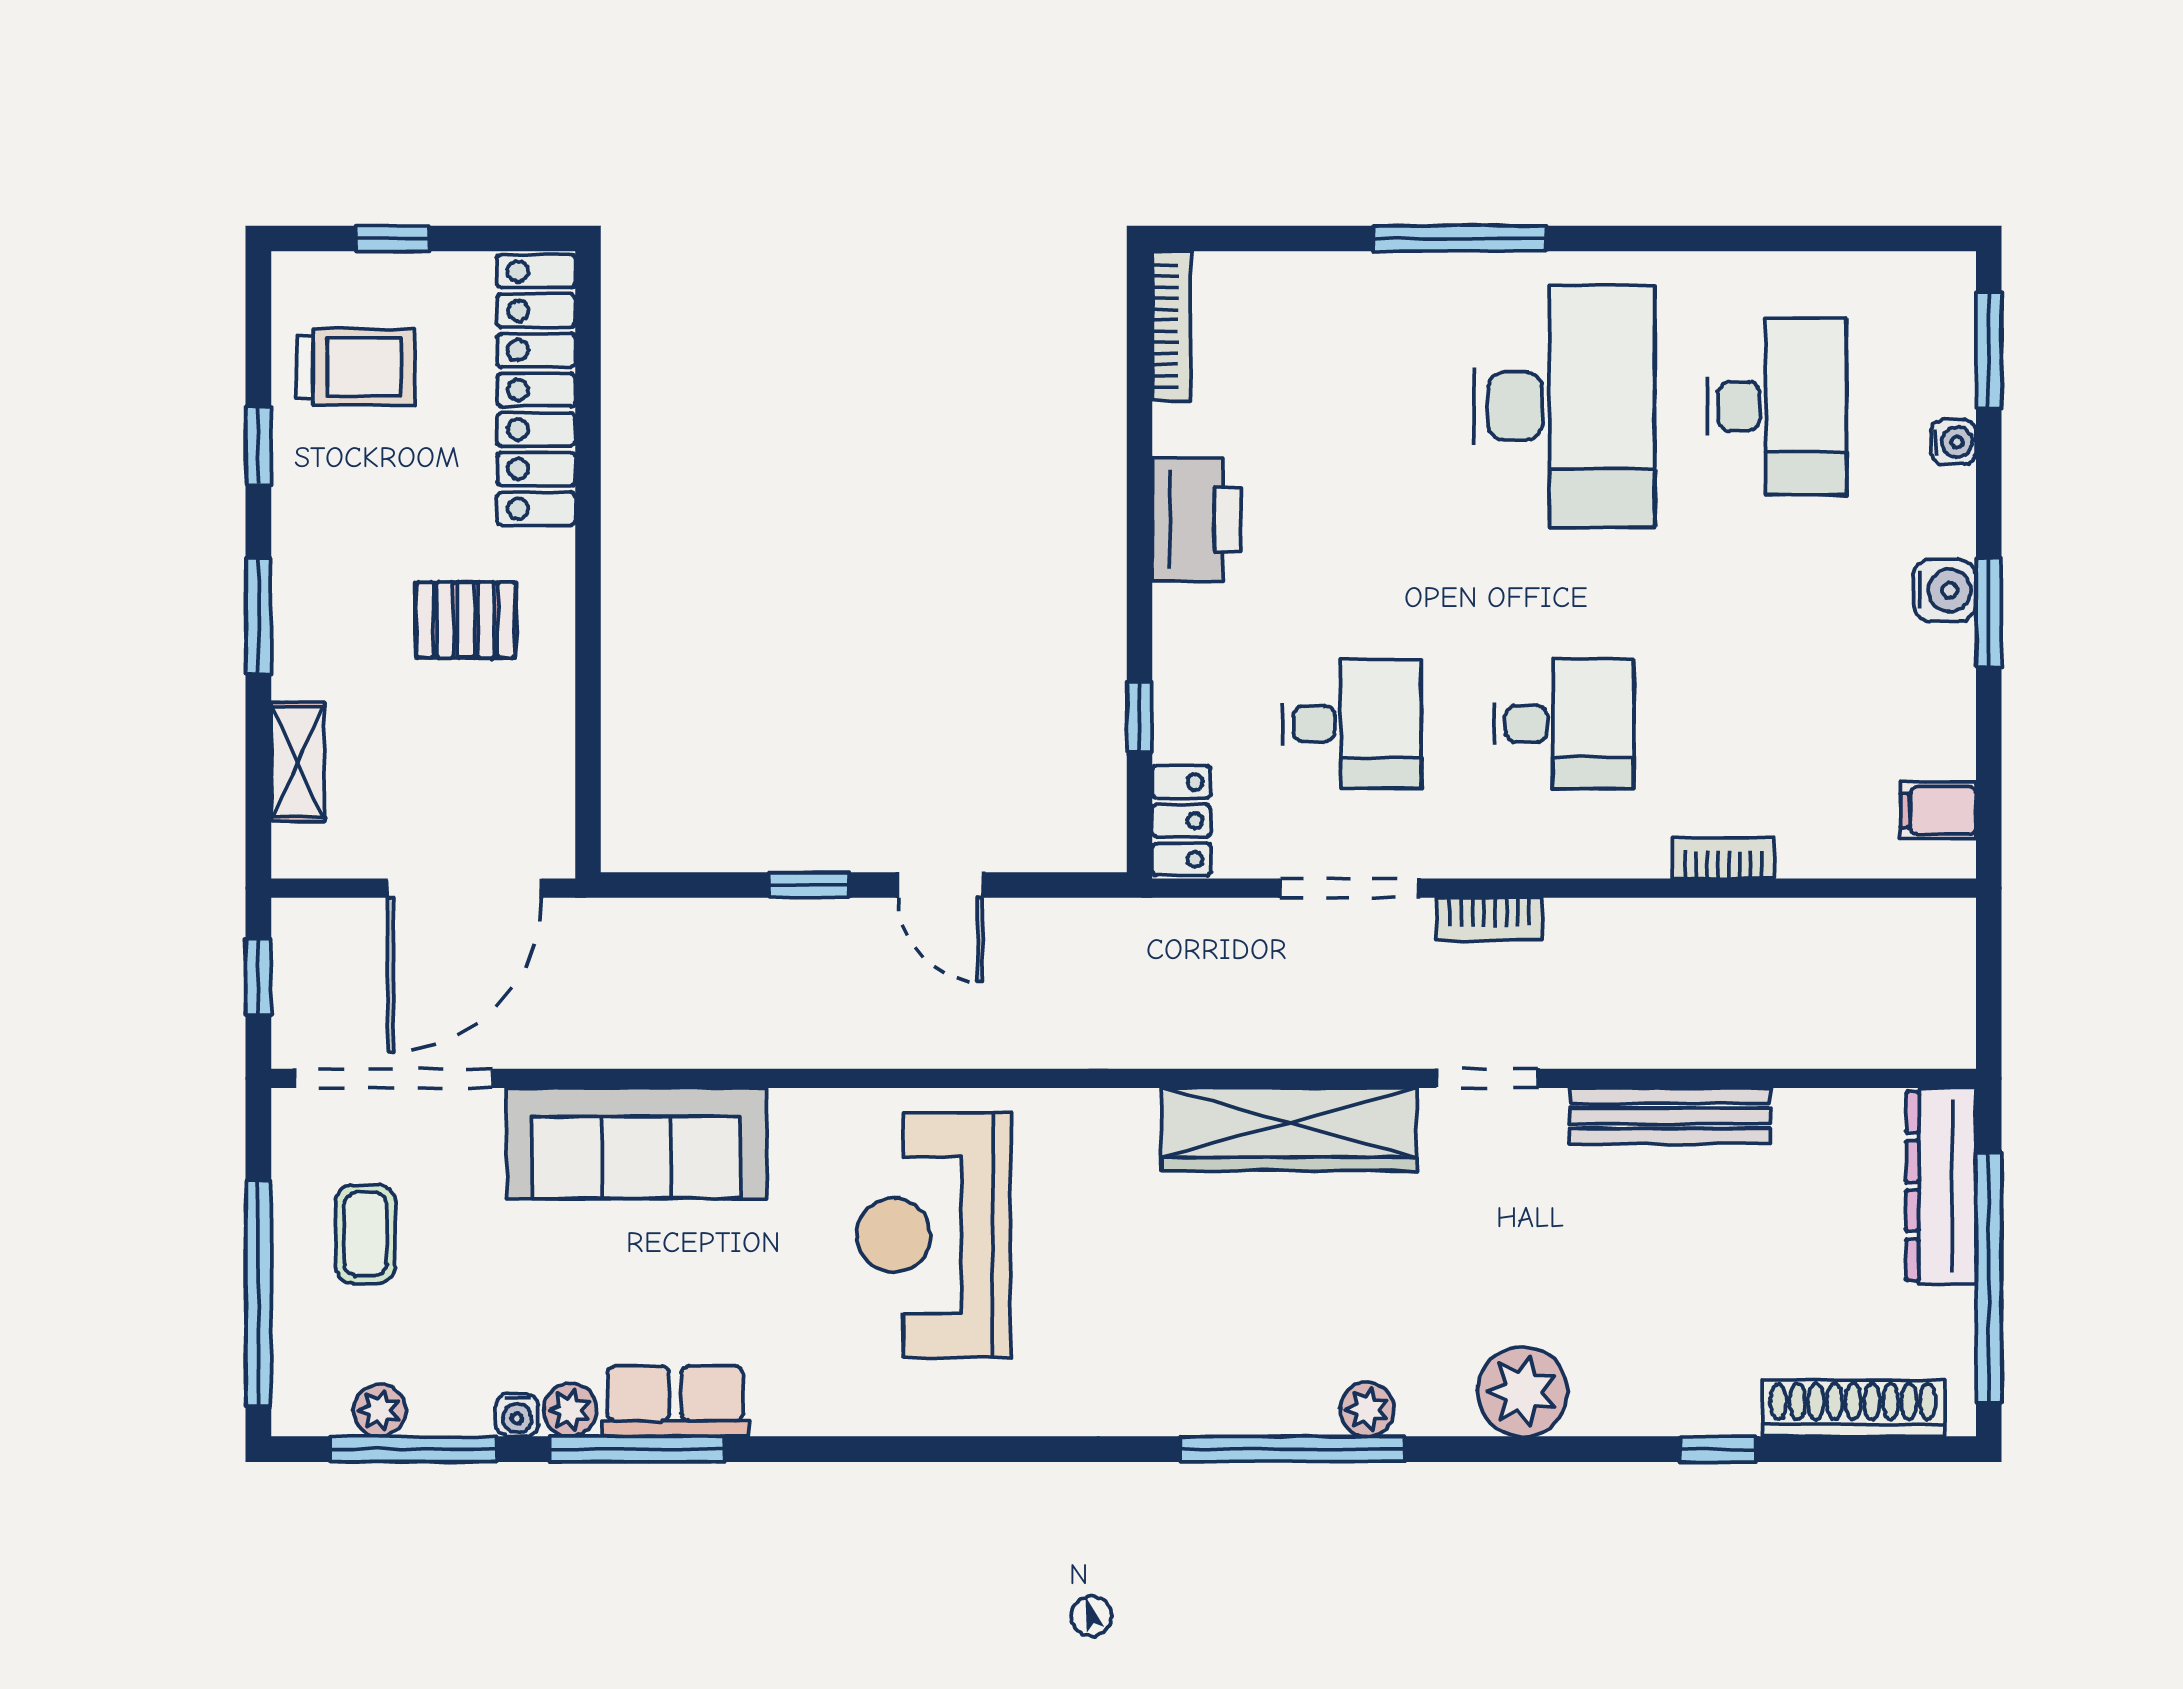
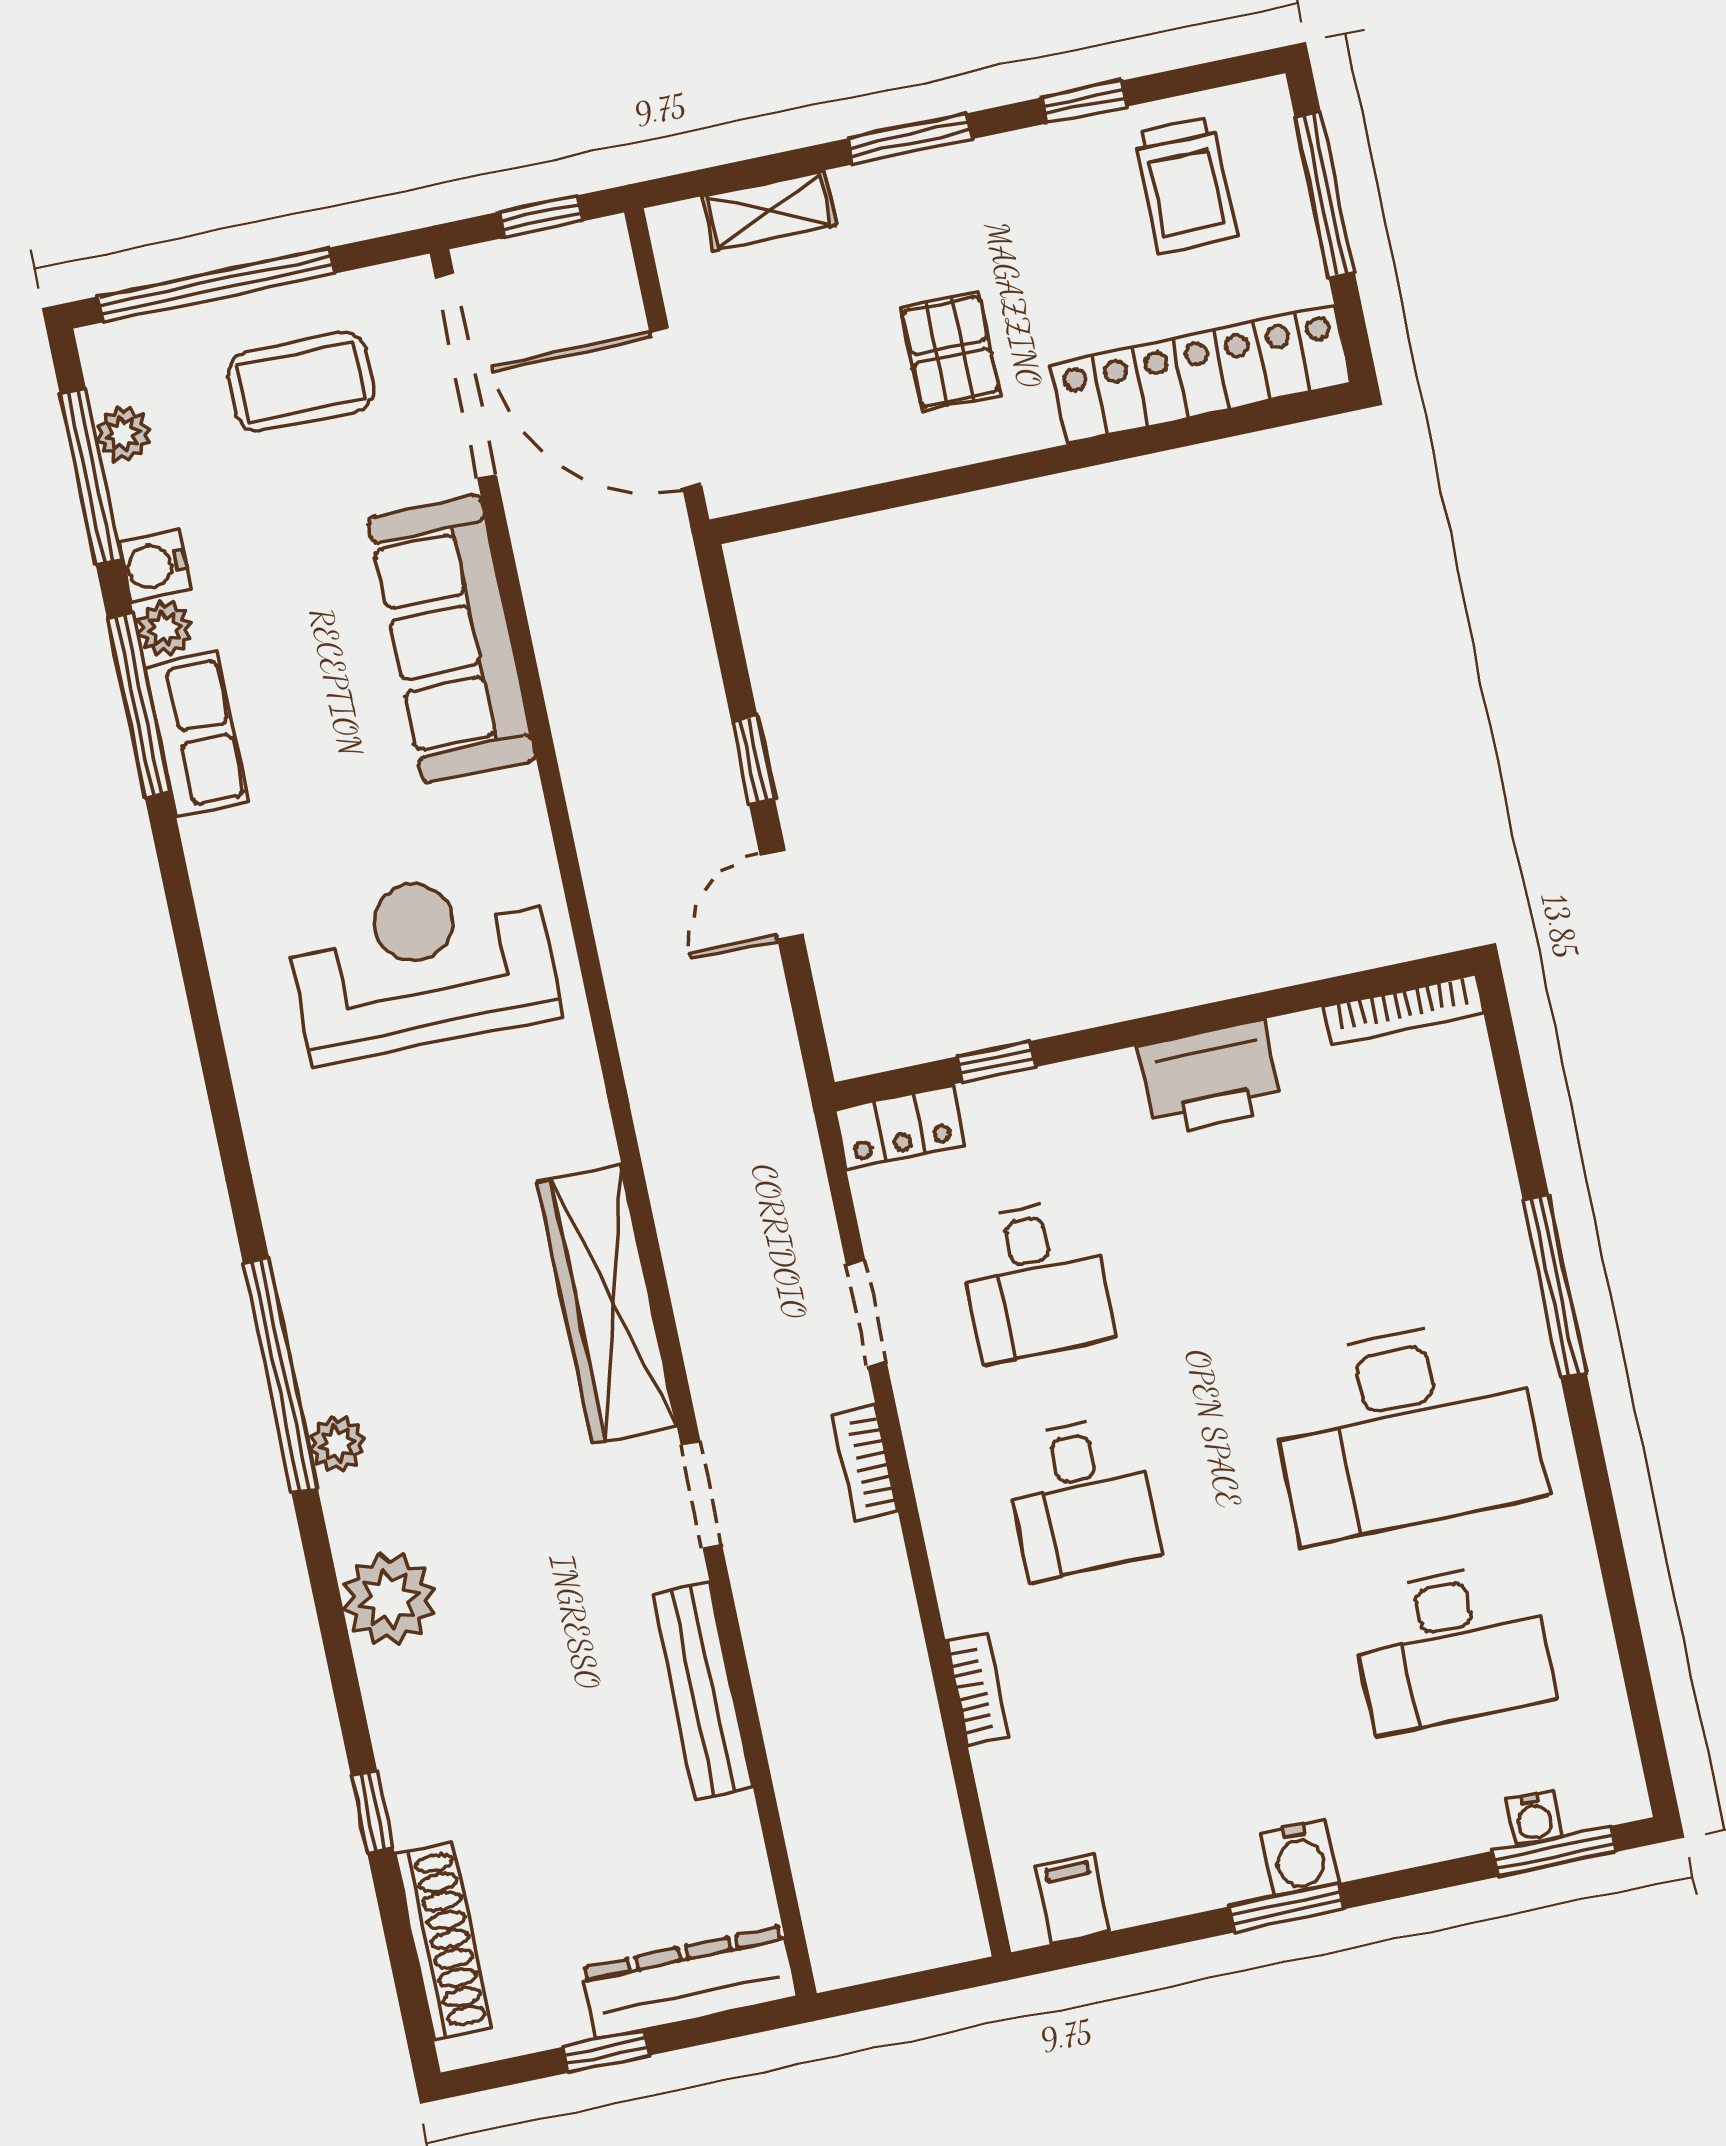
window: (393, 239) -> (1325, 195), width x2.17
water cooler: (1953, 442) -> (1534, 1818), moved
doorway: (1349, 888) -> (866, 1313), width x0.73
coffee table: (366, 1234) -> (301, 382), width x1.36, depth x1.30
window: (1989, 1278) -> (606, 2051), width x0.32
water cooler: (517, 1415) -> (155, 565), width x1.38, depth x1.38

